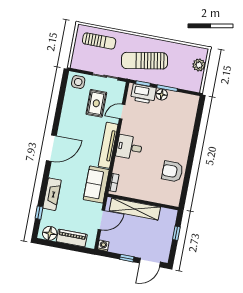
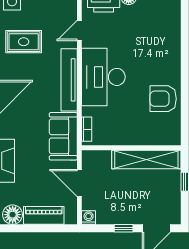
rug: (96, 103) -> (24, 42), moved, turned 90
desk: (129, 147) -> (103, 77), width x1.87, depth x1.30
shelving: (135, 209) -> (146, 159), moved
door: (101, 220) -> (79, 183), swing flipped

